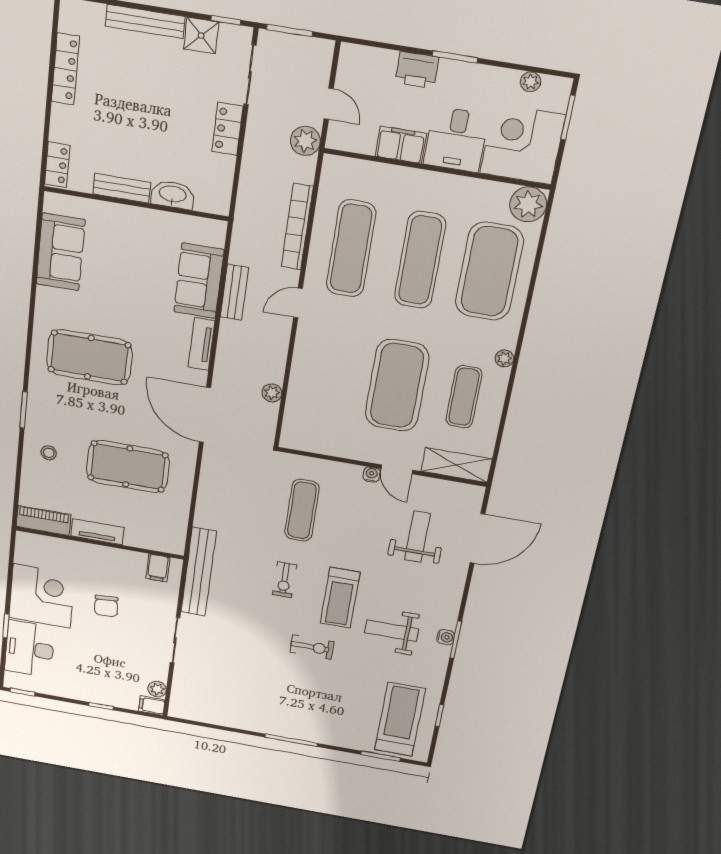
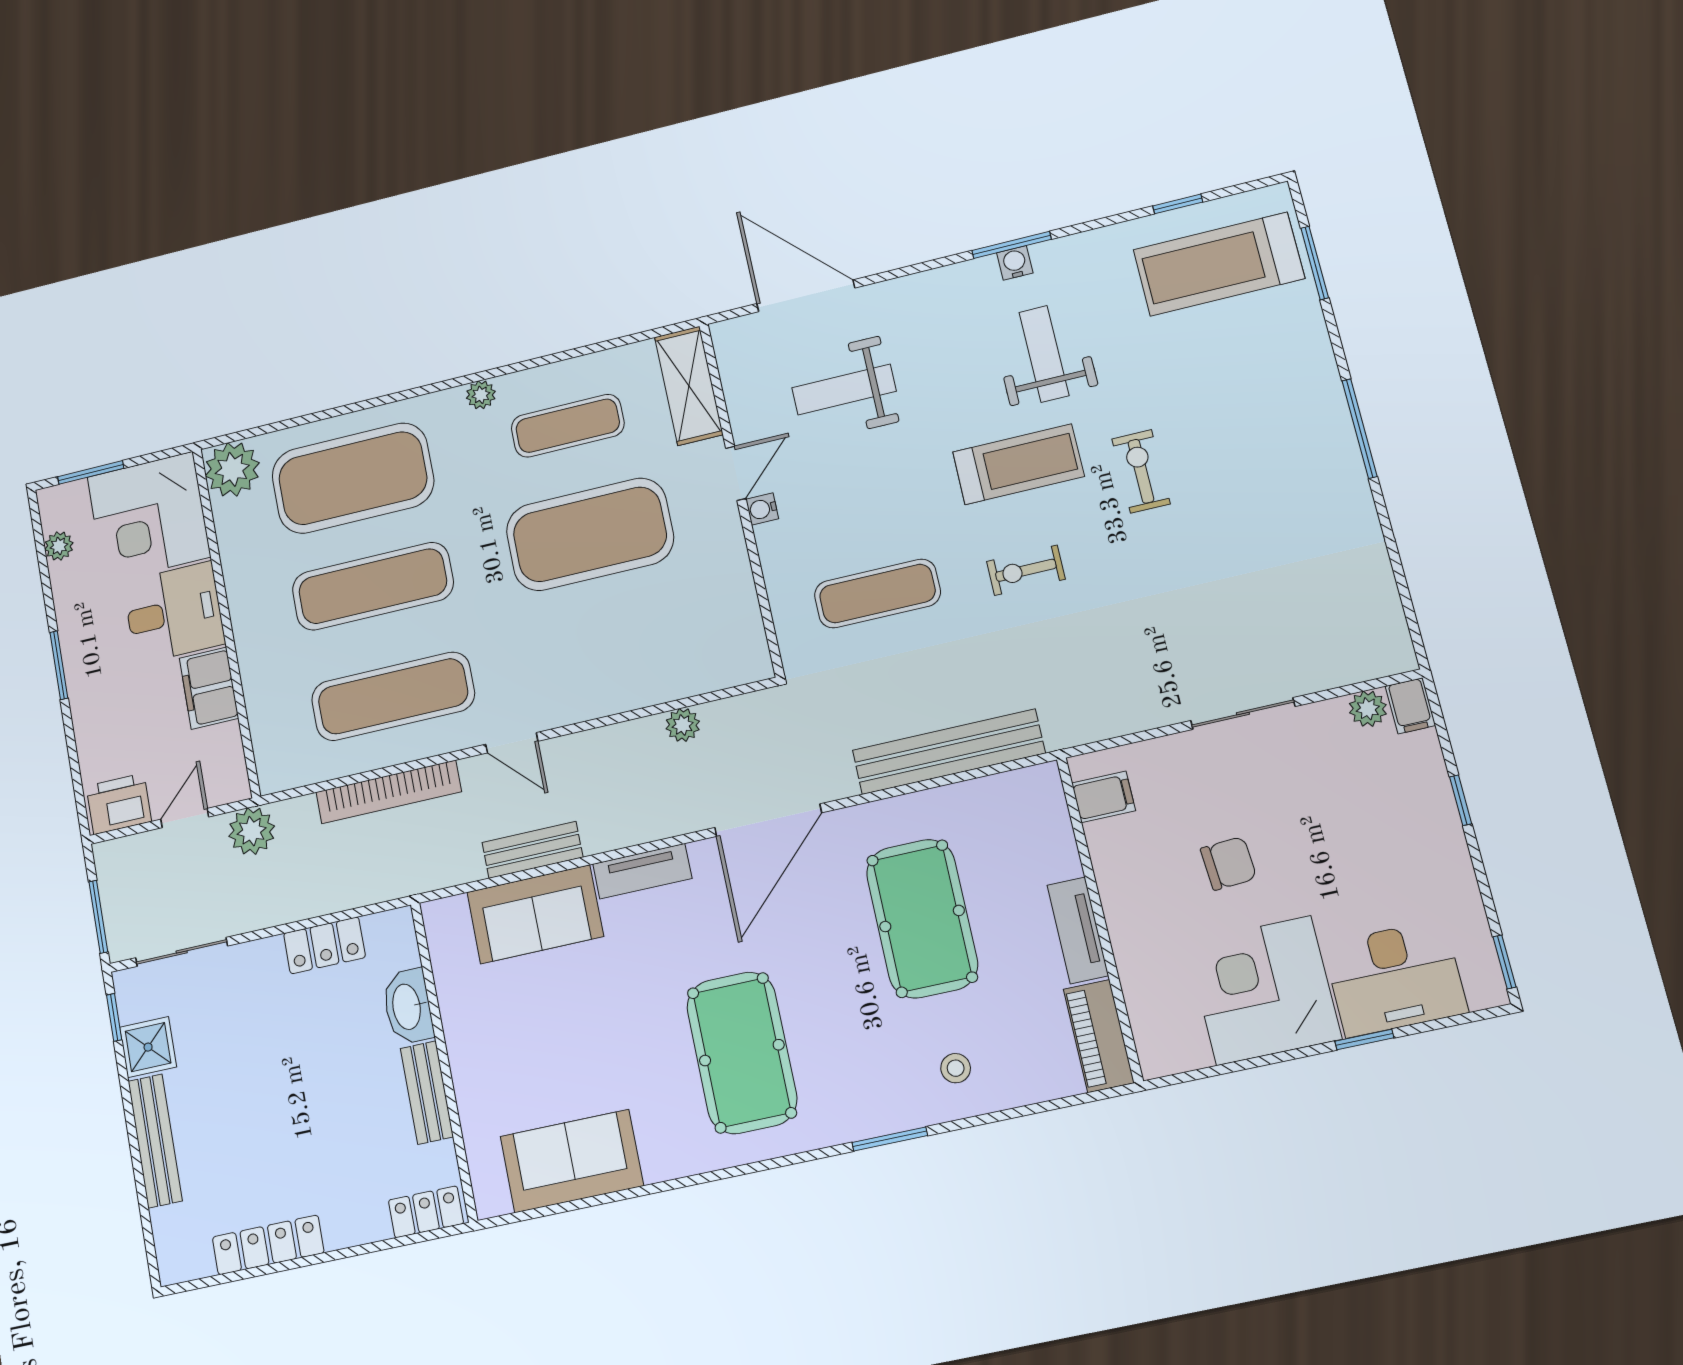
printer: (417, 70) -> (119, 804), moved, turned -90
locker: (227, 129) -> (324, 945), moved
bench: (199, 572) -> (949, 752), moved
exercise bike: (284, 580) -> (1026, 570), turned 180
weight bench: (392, 631) -> (1044, 354), turned 180

